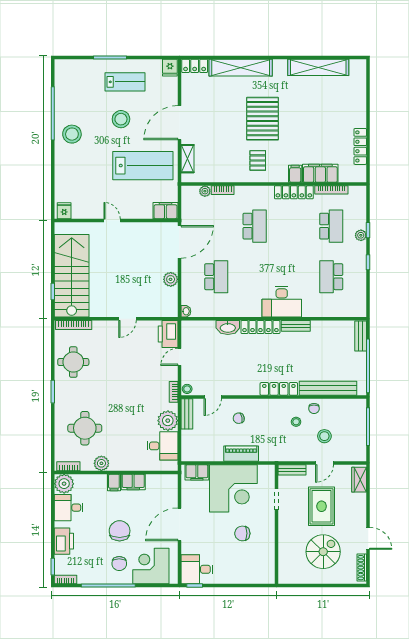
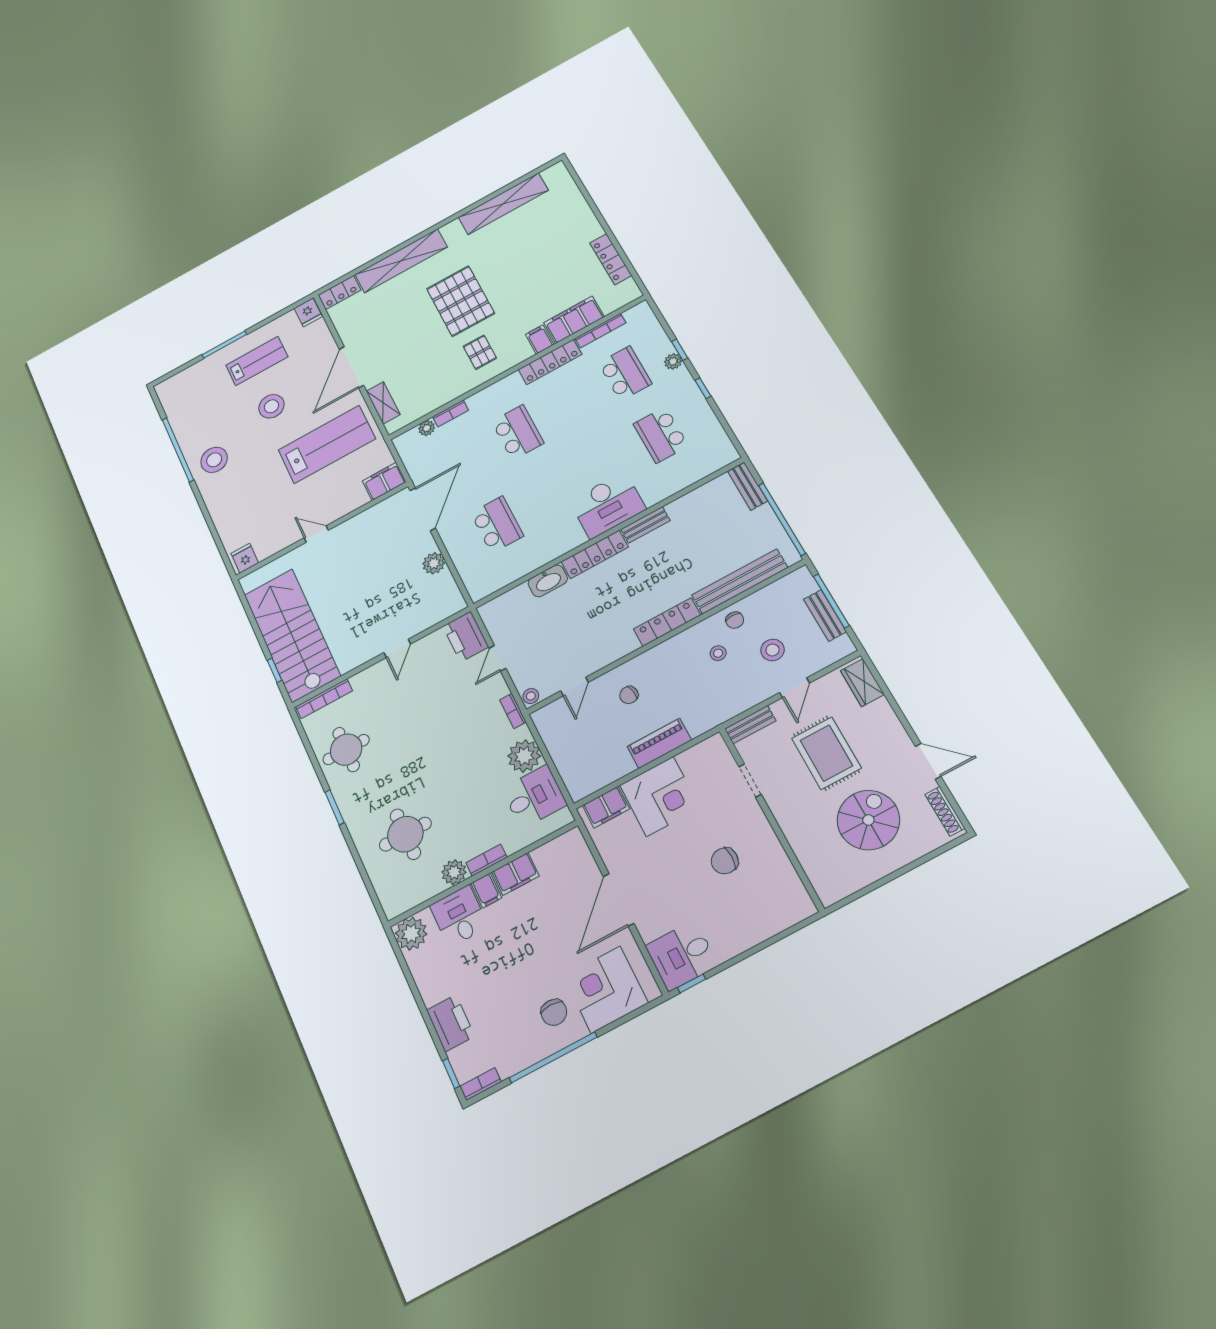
washbasin: (186, 311) -> (476, 593), removed
bench: (187, 414) -> (825, 615), moved
bookcase: (68, 466) -> (486, 860), moved
corner desk: (233, 488) -> (660, 796), width x0.74, depth x0.74
desk: (69, 508) -> (459, 916), moved, turned 90
chair: (120, 531) -> (530, 960), removed

